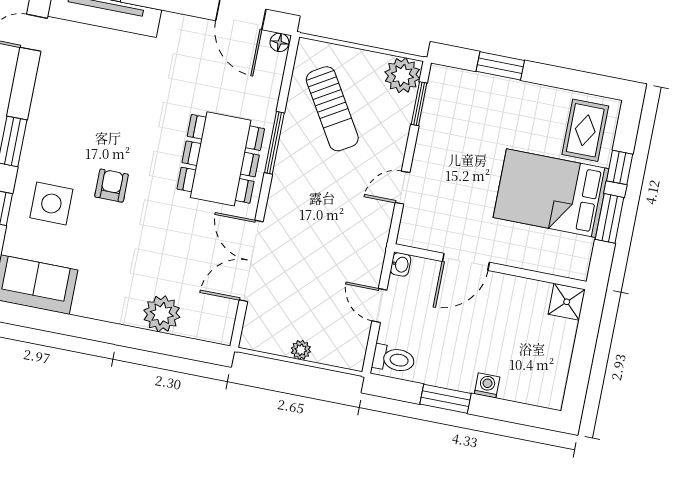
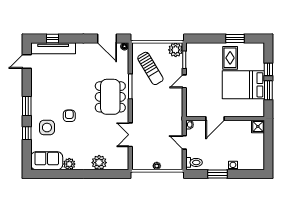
window: (500, 66) -> (235, 38), moved
rug: (585, 130) -> (230, 58), moved
door: (402, 188) -> (184, 81), moved
double door: (251, 261) -> (130, 135), width x0.73
plant: (88, 303) -> (69, 164), added

